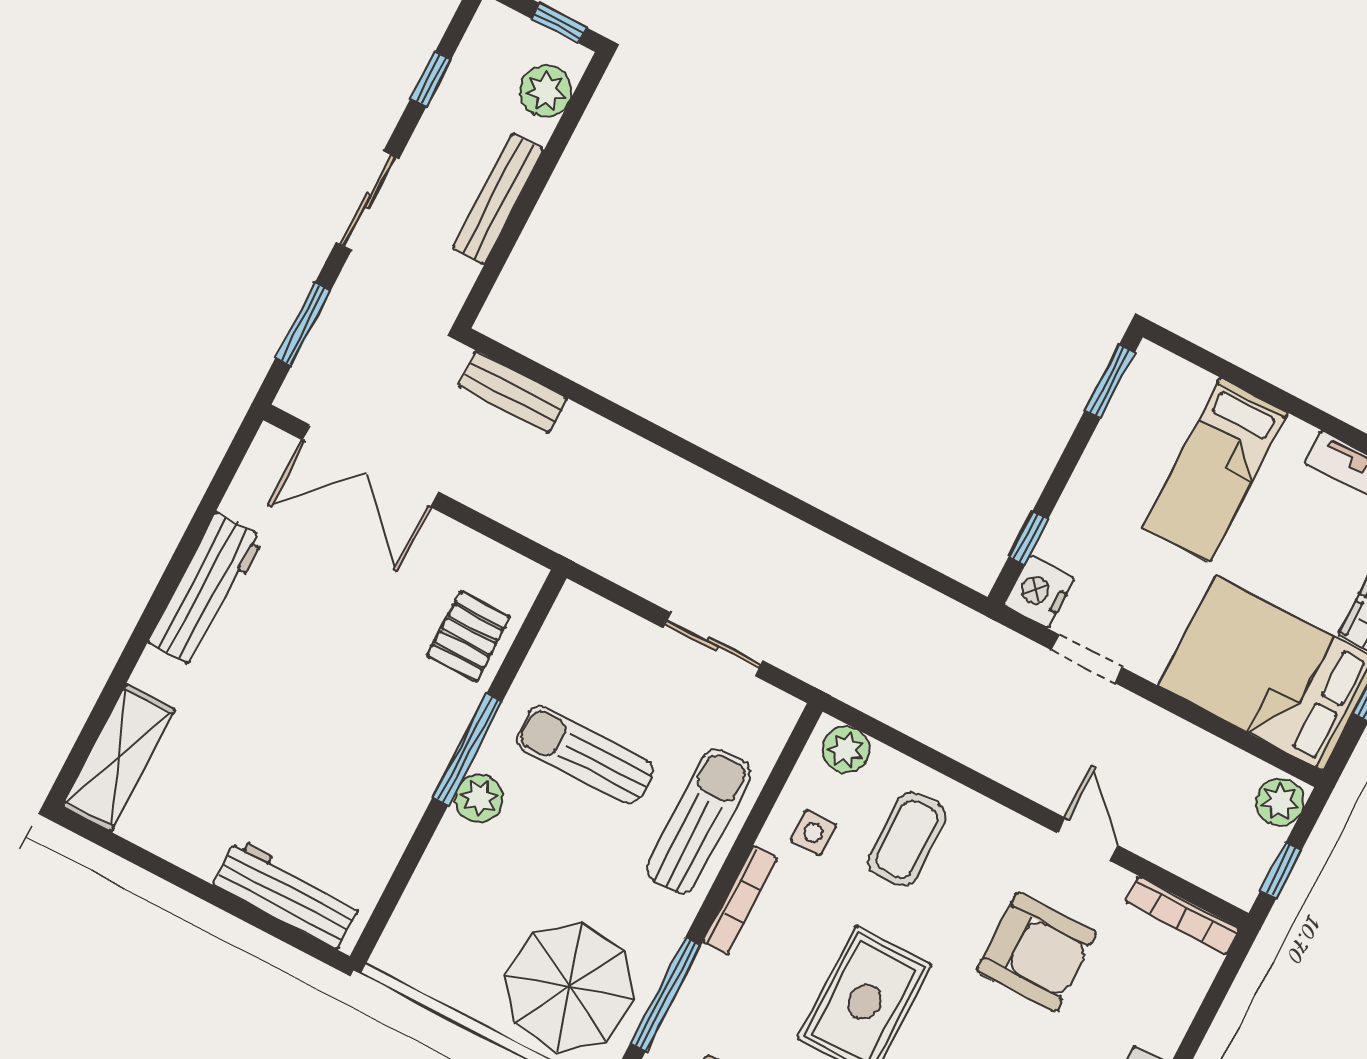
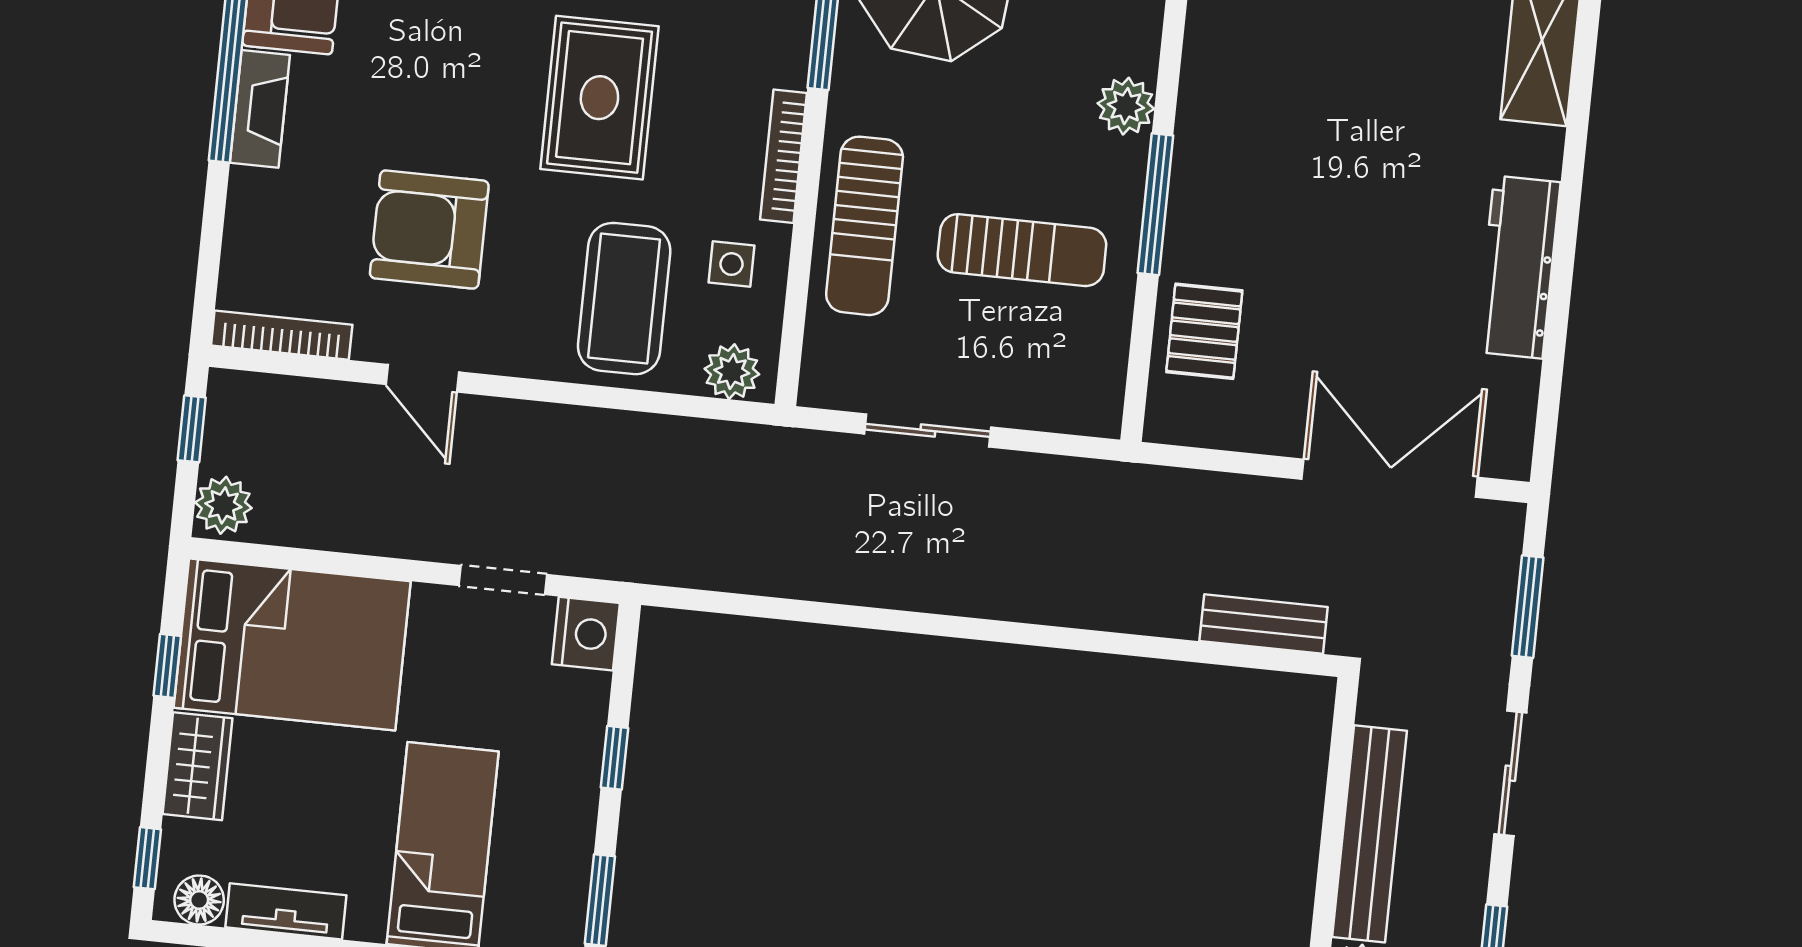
bench: (498, 199) -> (1370, 834), width x1.37, depth x1.21
window: (1028, 538) -> (615, 758), moved
plant: (479, 798) -> (1126, 106), moved
coffee table: (907, 839) -> (624, 299), width x1.36, depth x1.32

